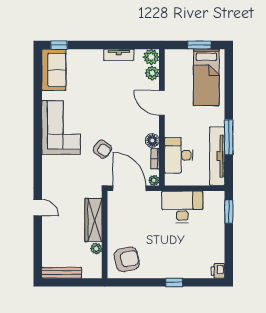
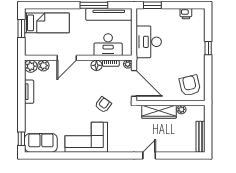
door: (129, 188) -> (134, 83), swing flipped
printer: (218, 271) -> (186, 14), moved

